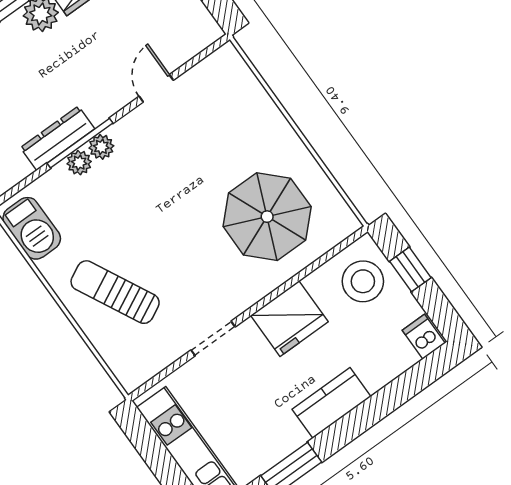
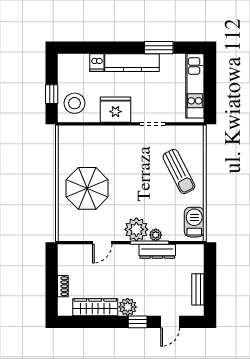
plant: (101, 147) -> (136, 229), width x1.87, depth x1.87
parasol: (267, 217) -> (87, 188), moved
dishwasher: (424, 337) -> (97, 63), moved
kitchen counter: (332, 403) -> (132, 63), width x1.50

